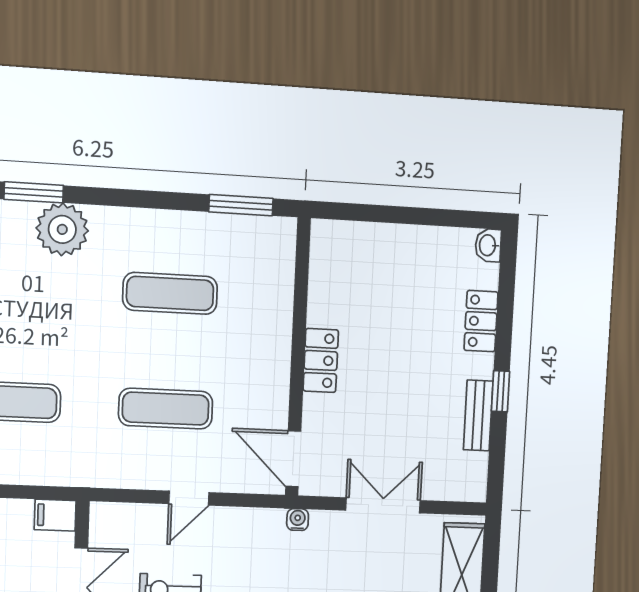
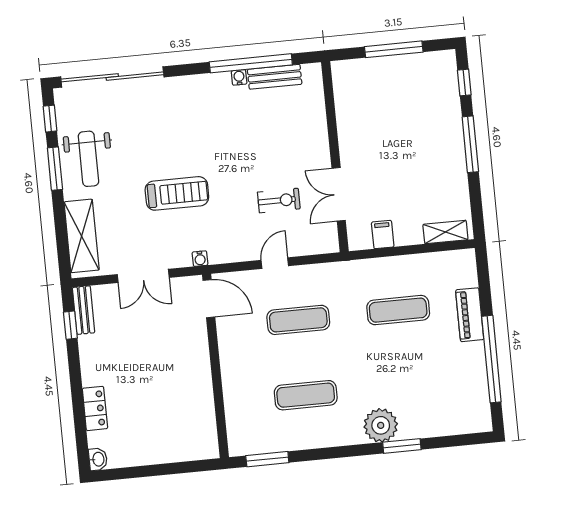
locker: (321, 360) -> (200, 366), removed
window: (501, 391) -> (70, 325), moved
bench: (478, 415) -> (84, 310), moved
filing cabinet: (55, 515) -> (383, 235), moved, turned -90

